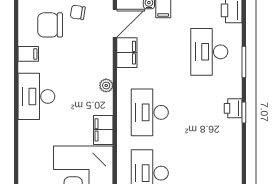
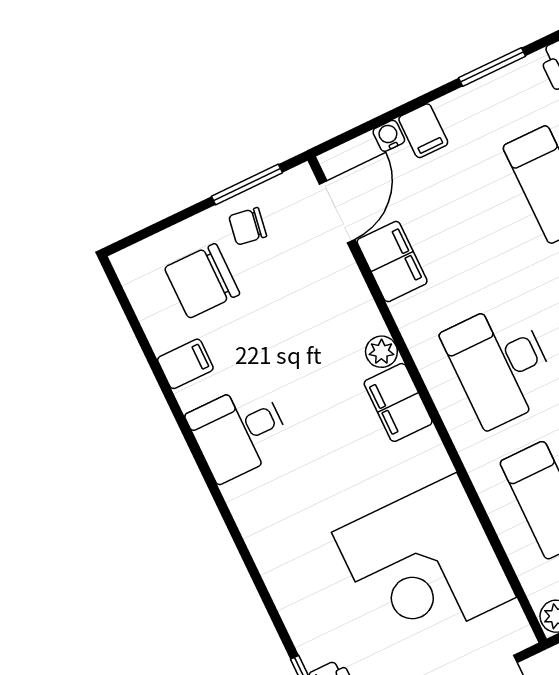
desk: (36, 96) -> (239, 432), width x0.73
filing cabinet: (103, 130) -> (398, 402), moved

